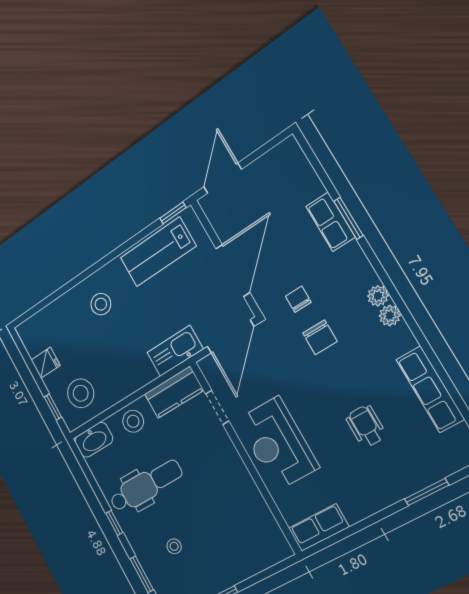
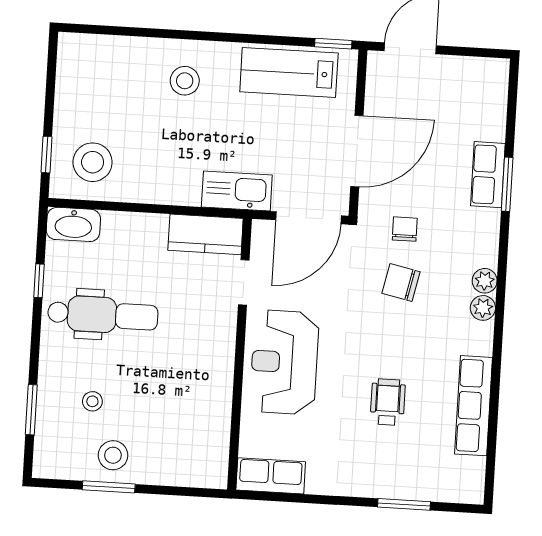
chair: (320, 337) -> (401, 283), turned 102
fridge: (46, 363) -> (72, 99), removed
stool: (133, 421) -> (113, 455), moved
window: (114, 523) -> (39, 281), moved

